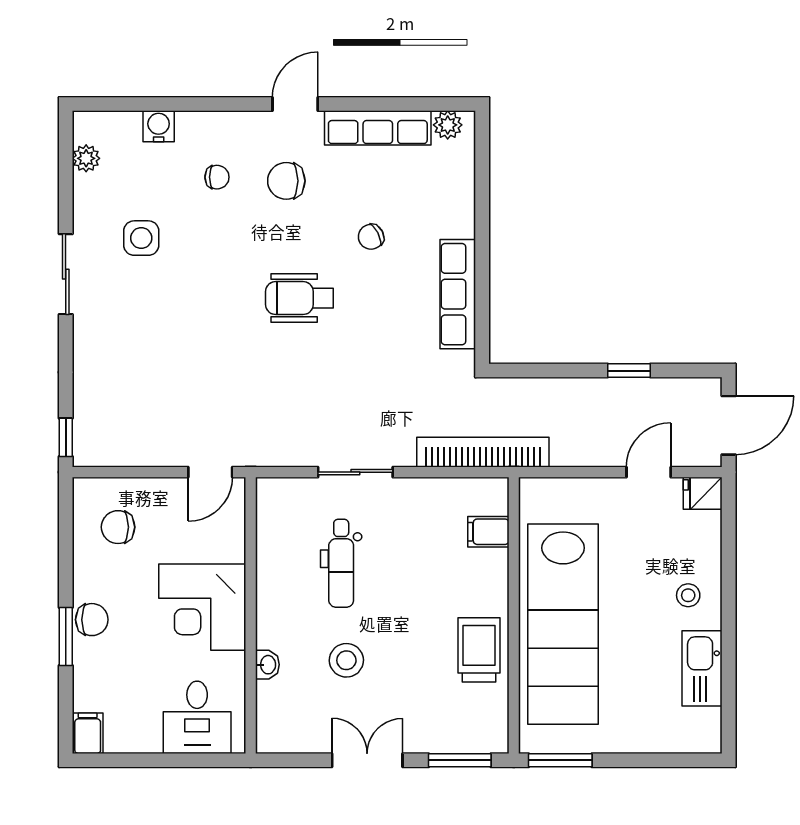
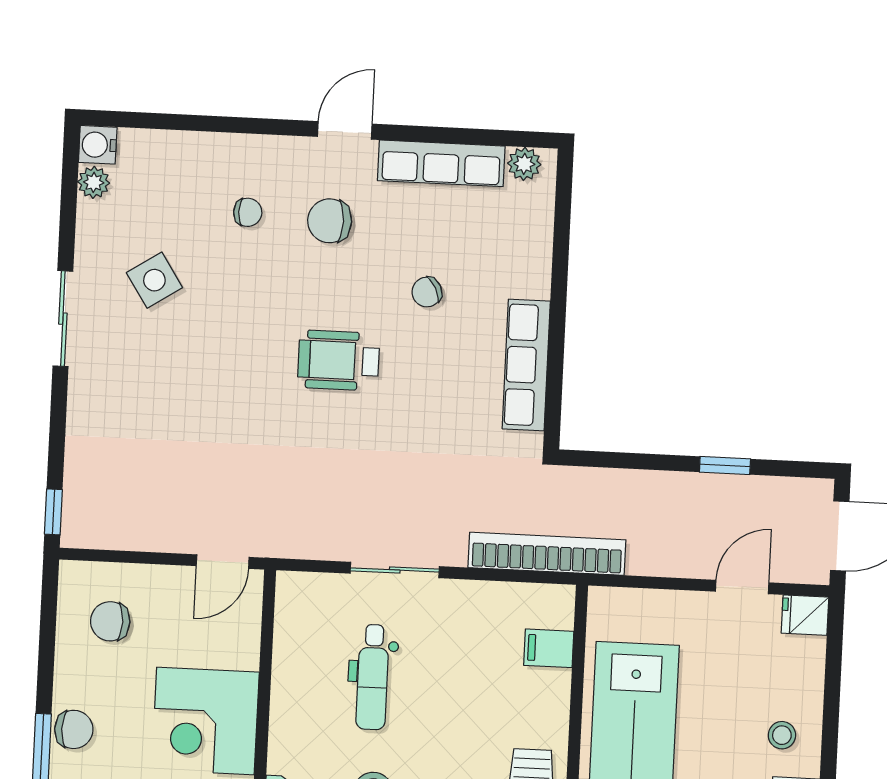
water cooler: (159, 126) -> (98, 145), moved, turned -90
side table: (141, 238) -> (154, 280), turned -33

